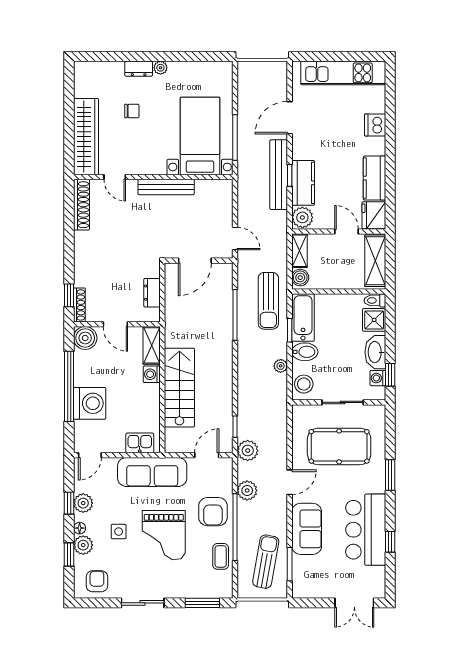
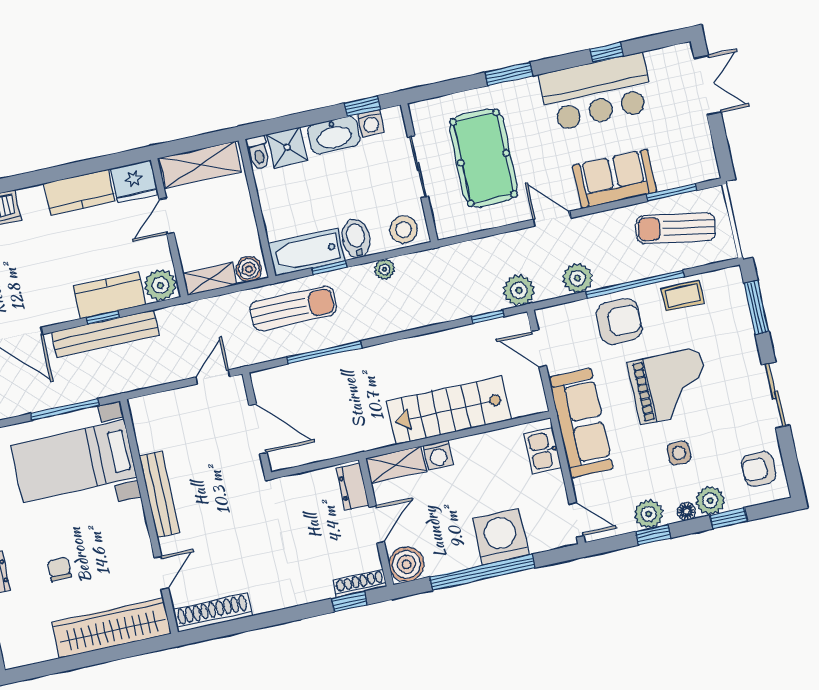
dresser: (152, 293) -> (353, 487), moved, turned 90

